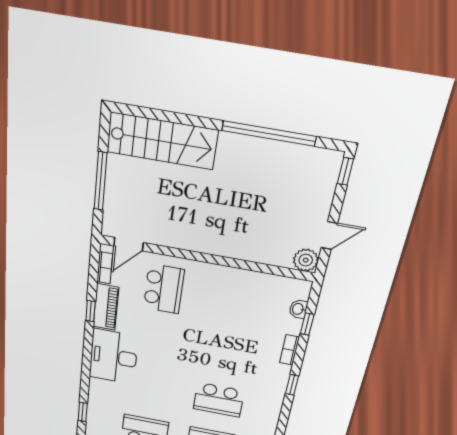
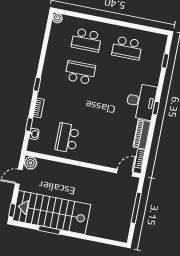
window: (269, 133) -> (49, 230), width x0.47
stairs: (162, 141) -> (52, 212), moved, width x1.36, depth x1.51
school desk: (164, 289) -> (67, 138), moved
window: (90, 311) -> (156, 108), moved

